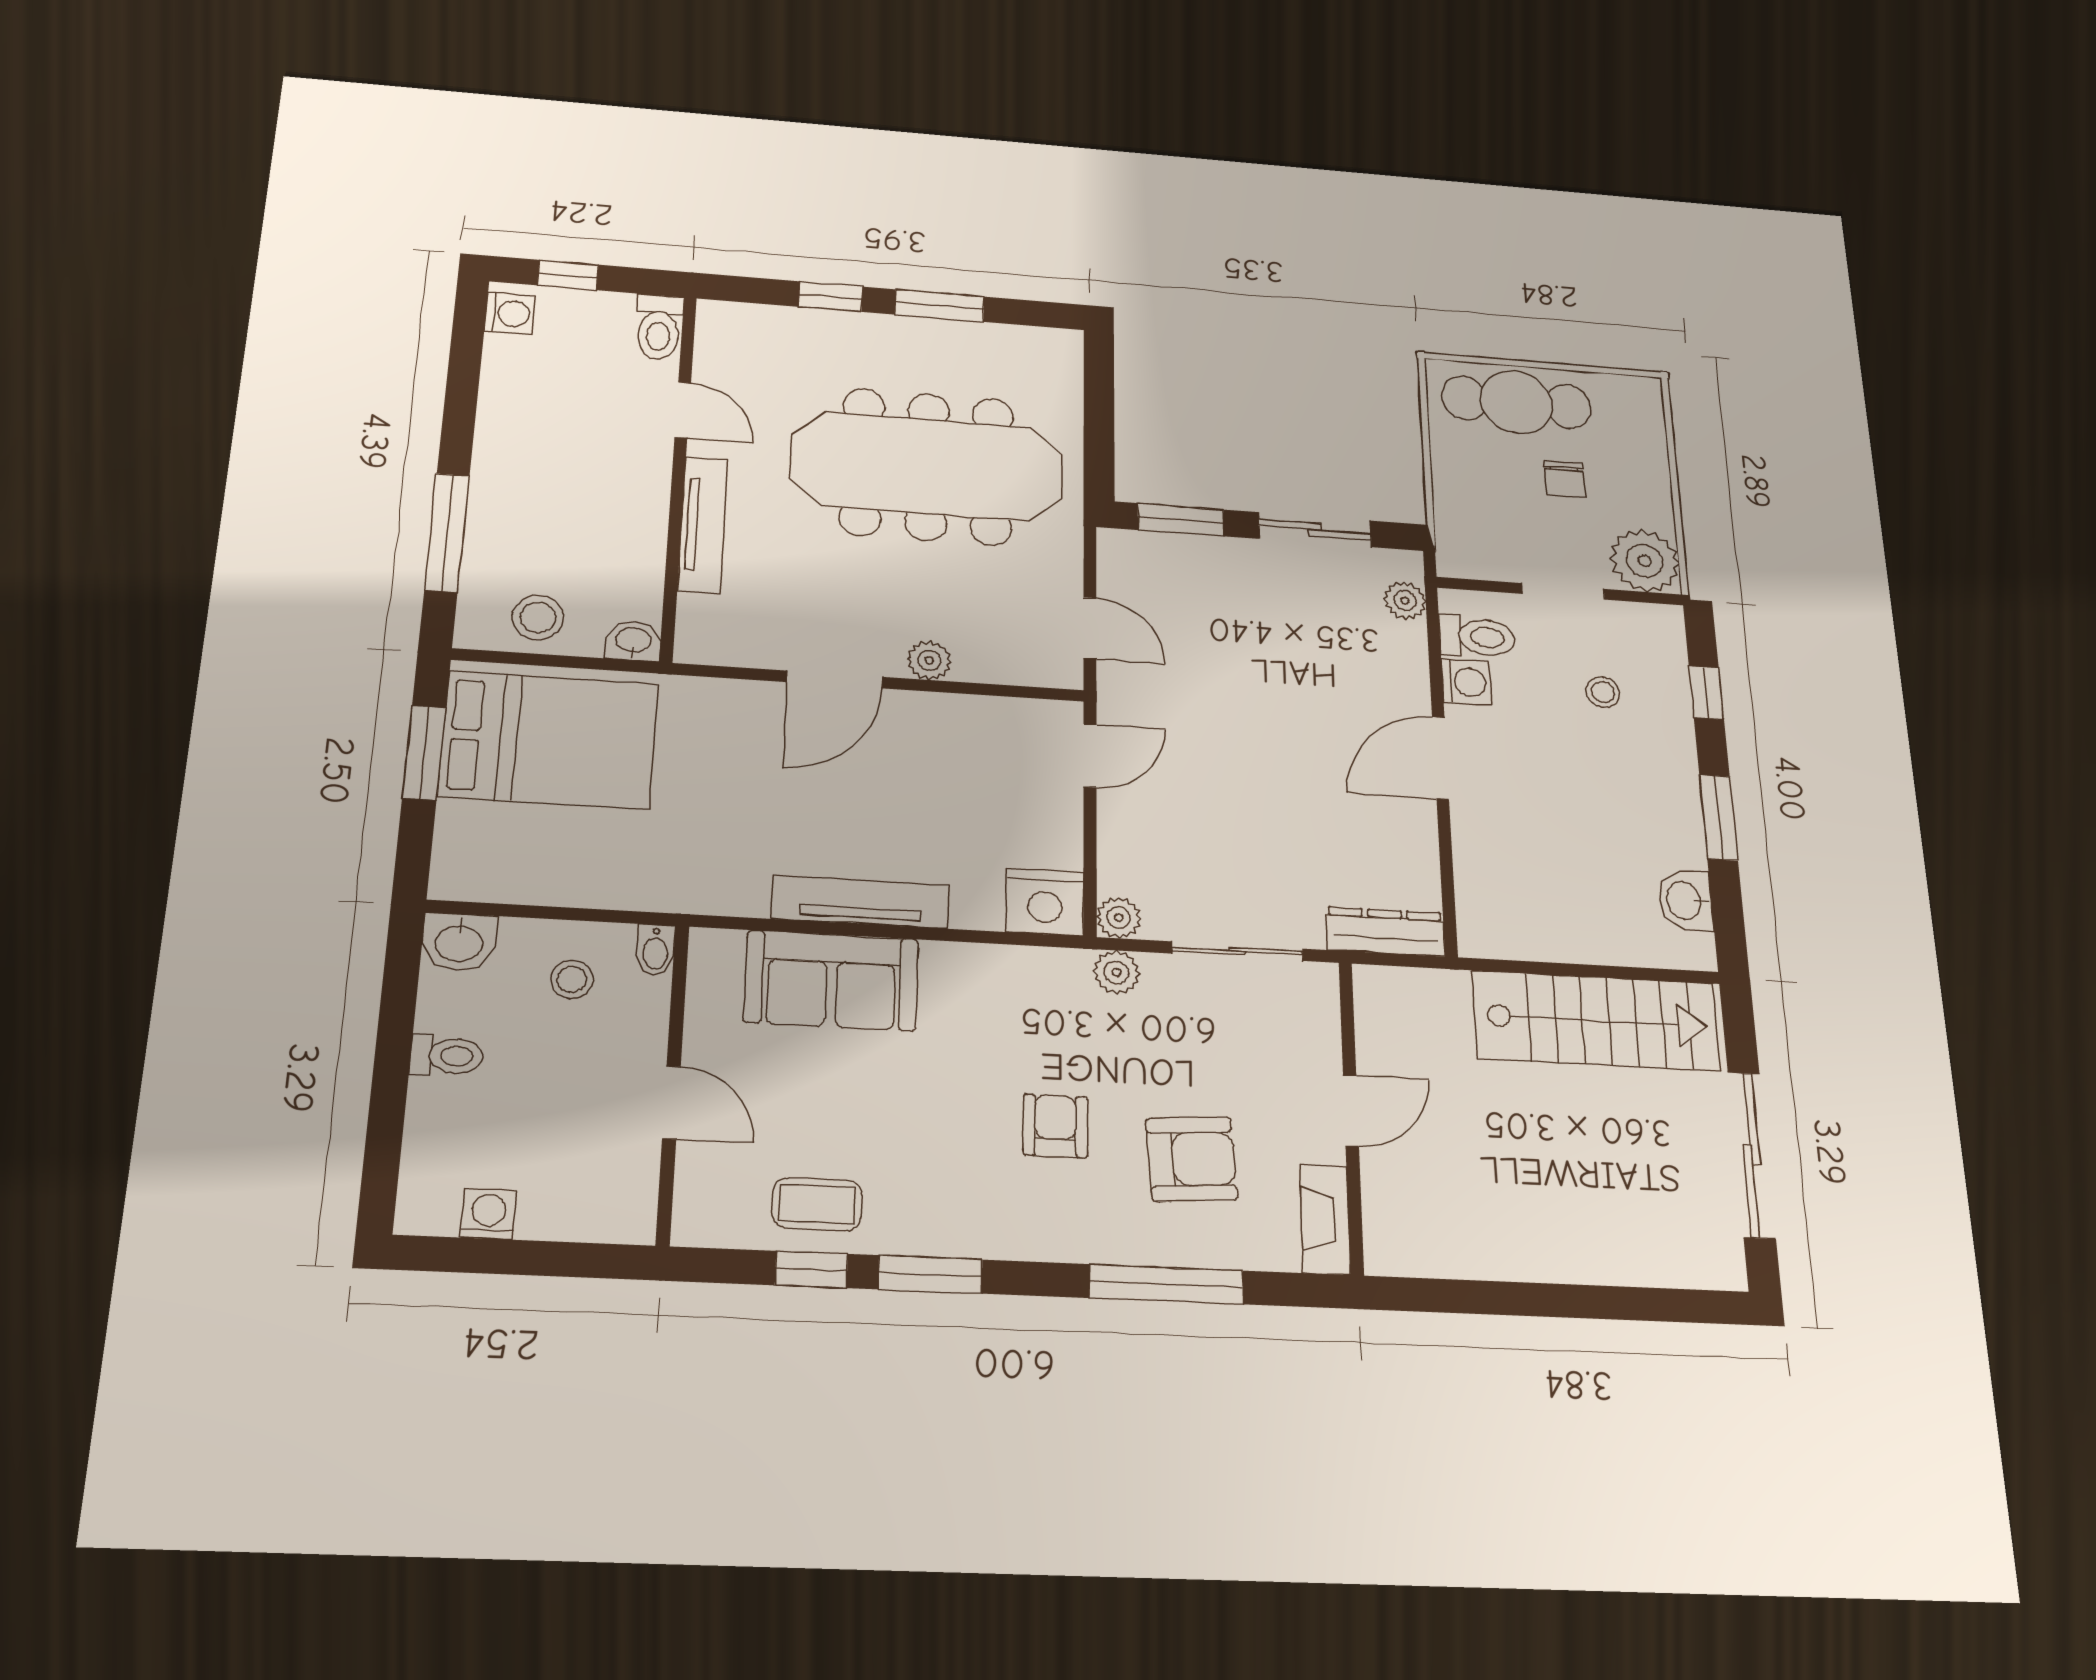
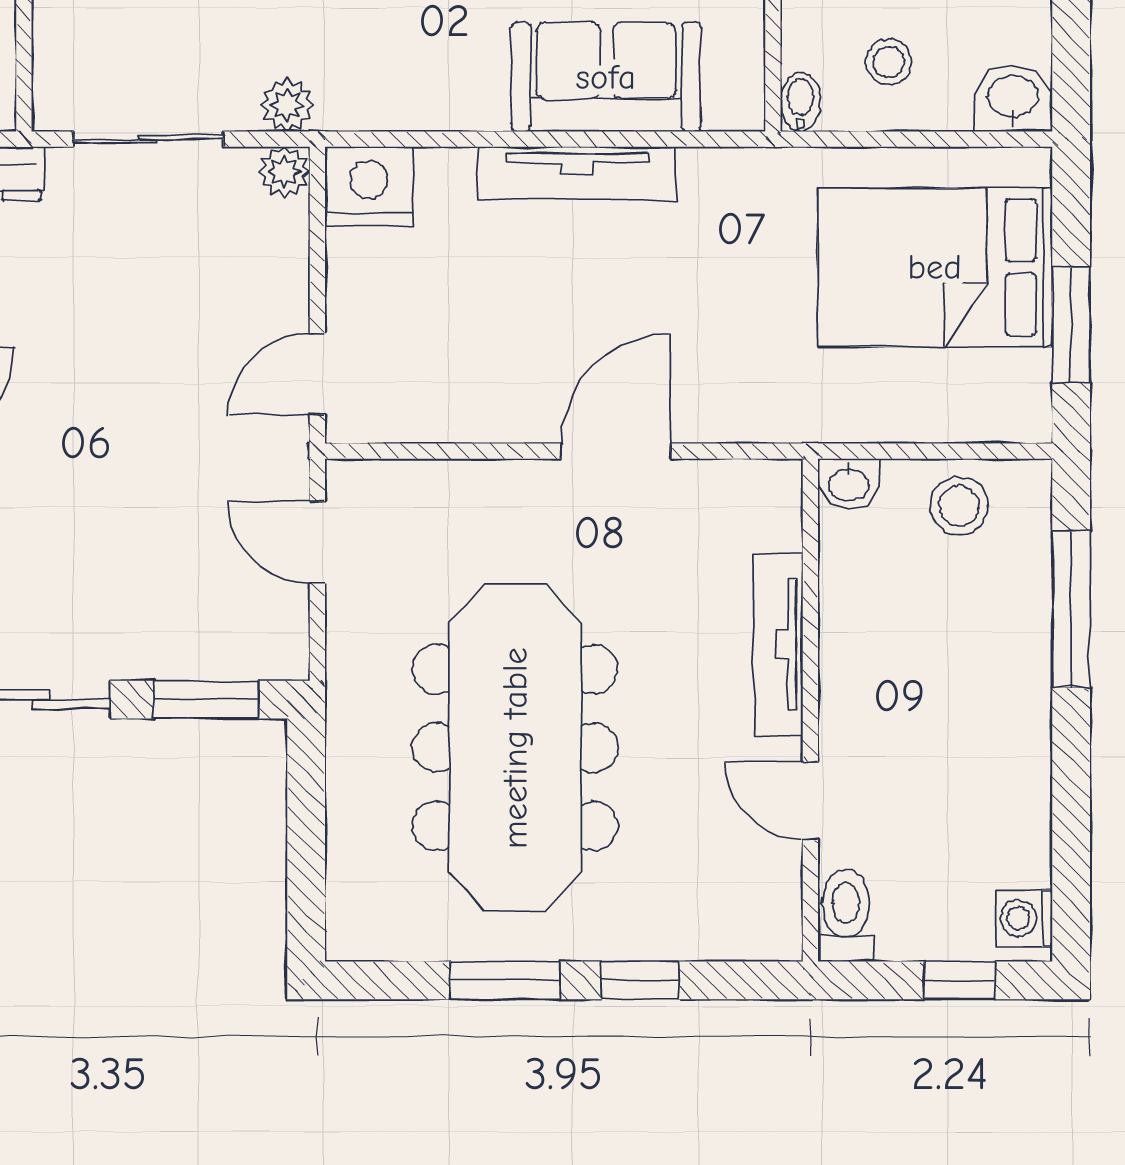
meeting table: (927, 466) -> (515, 748), turned 90
plant: (929, 660) -> (507, 484), removed
bed: (549, 740) -> (935, 267), moved

